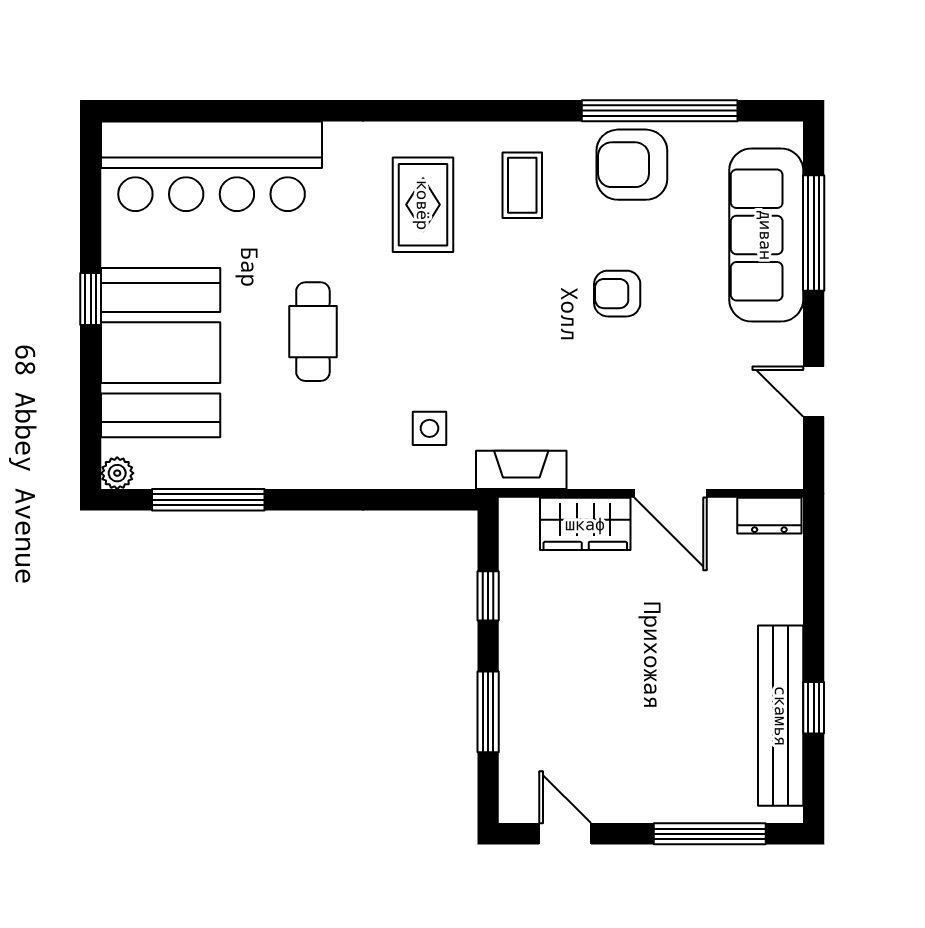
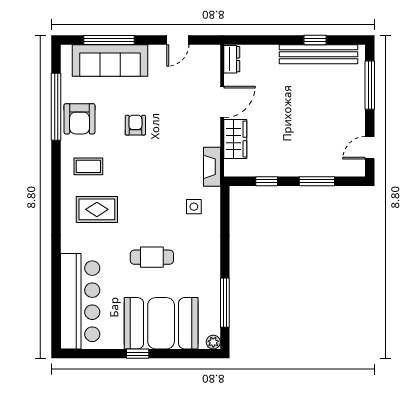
armchair: (617, 294) -> (135, 125), turned 180

